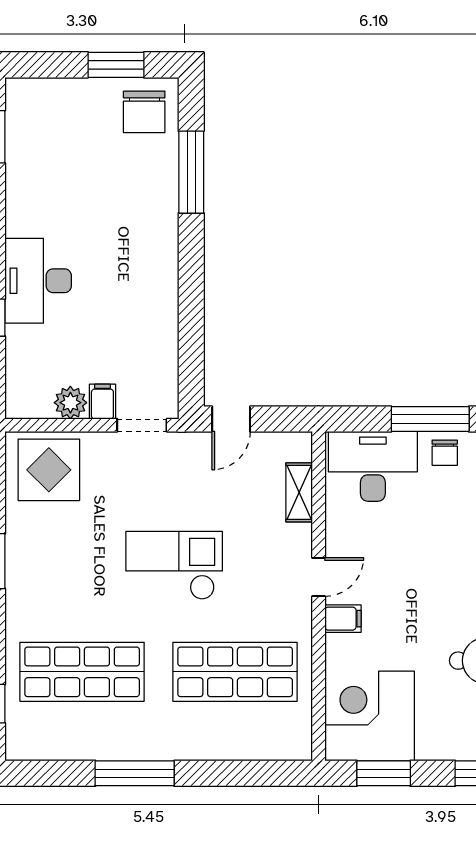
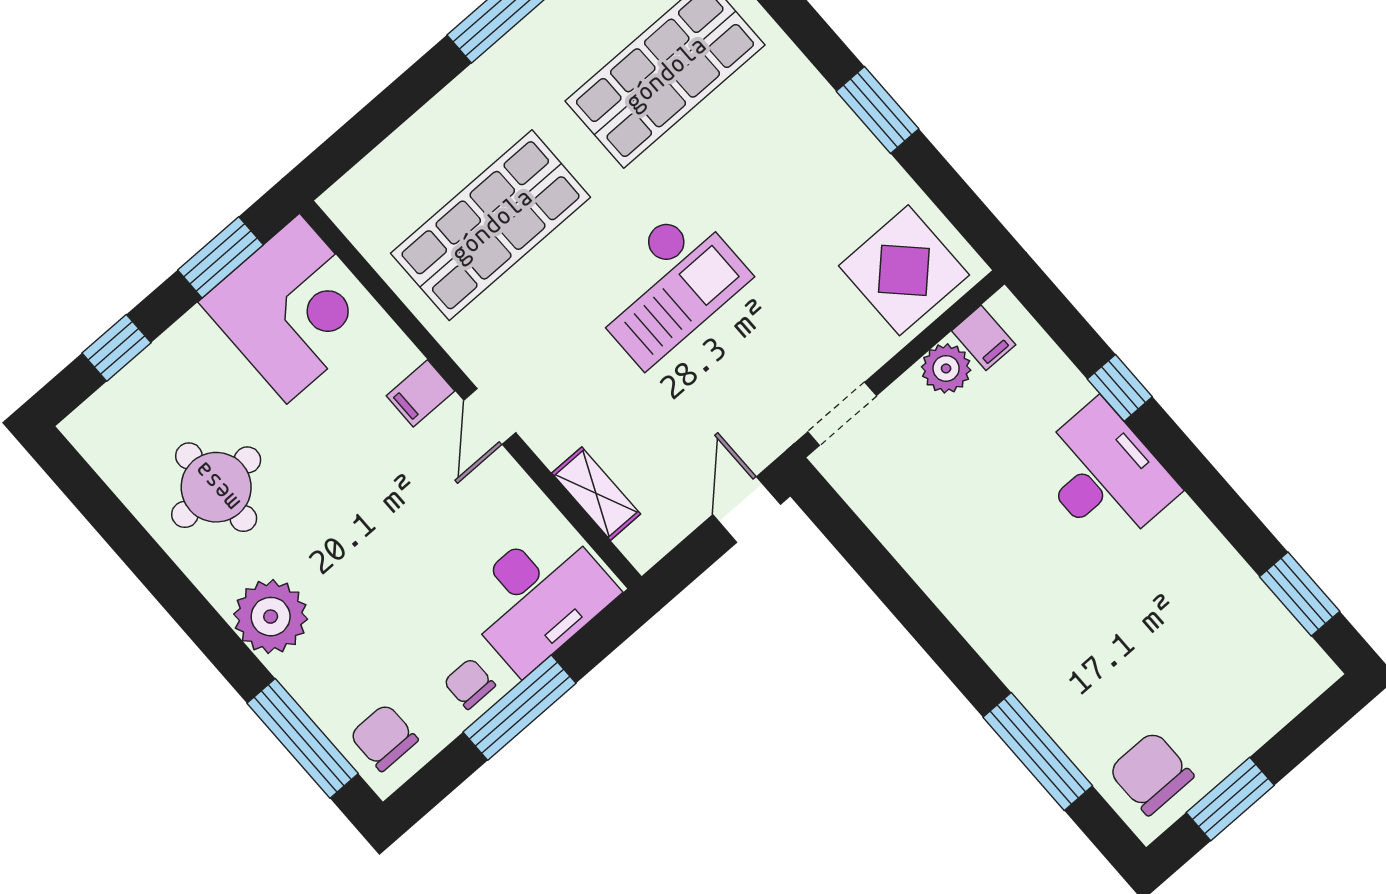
filing cabinet: (102, 402) -> (984, 338), moved

